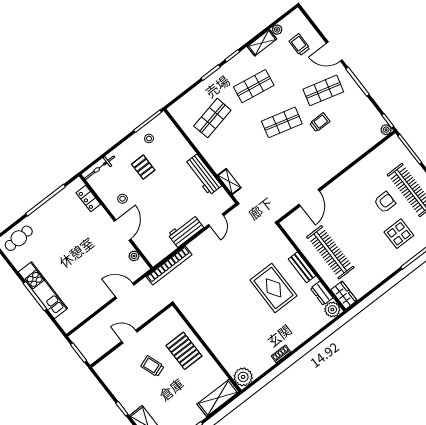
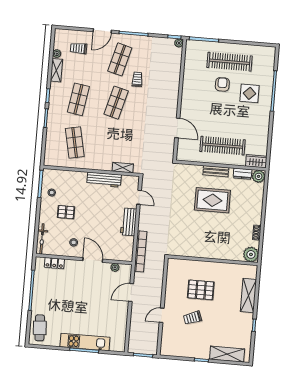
wall: (207, 348) -> (213, 260), moved
plant: (243, 377) -> (251, 254), moved

